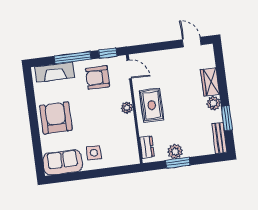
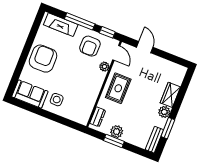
door: (192, 42) -> (145, 47), moved
armchair: (98, 77) -> (90, 46), turned -90
plant: (127, 108) -> (104, 67), moved

